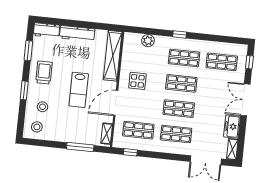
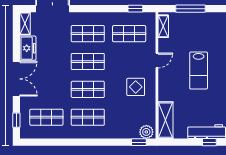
window: (76, 24) -> (209, 142), added
window: (180, 34) -> (139, 142), moved
plant: (148, 41) -> (146, 132), moved
shelving: (113, 56) -> (165, 120), width x0.68
lab bench: (79, 90) -> (199, 71), turned 180
door: (116, 103) -> (157, 60), width x0.53

